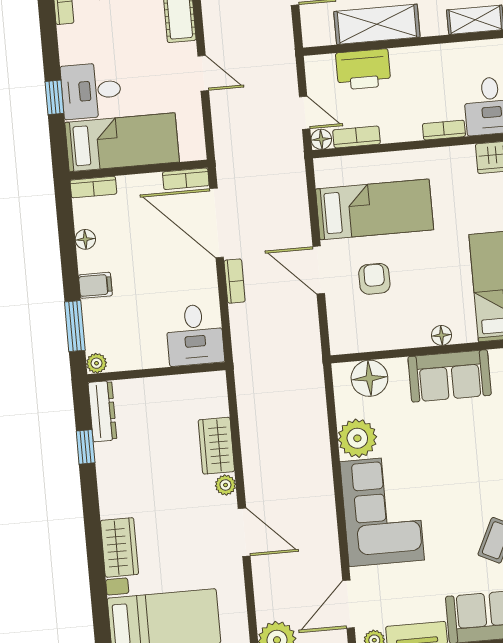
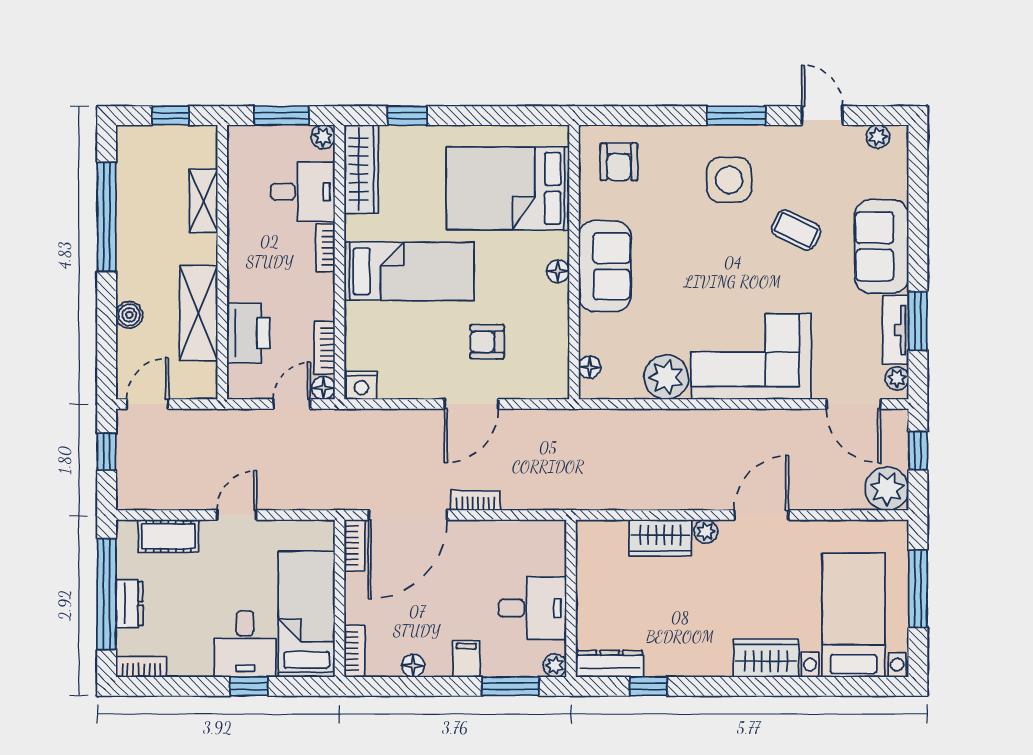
nightstand: (326, 172) -> (361, 385), added
bed: (375, 209) -> (409, 271), moved, turned 90
desk: (195, 335) -> (532, 608), moved
floor lamp: (369, 378) -> (590, 367), width x0.53, depth x0.53

